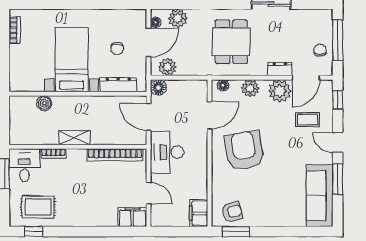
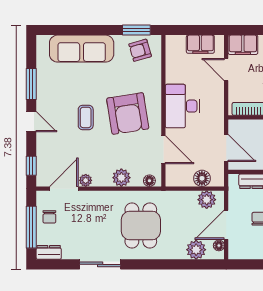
dresser: (280, 69) -> (49, 252), moved, turned 180
floor lamp: (158, 88) -> (202, 178), moved
plant: (280, 91) -> (86, 180), width x0.53, depth x0.53
door: (210, 115) -> (163, 150), swing flipped
coffee table: (308, 119) -> (86, 117), moved, turned 90
desk: (167, 152) -> (182, 106), moved, turned 180
sofa: (320, 196) -> (82, 49), moved, turned 90
filing cabinet: (199, 213) -> (200, 44), moved, turned 90

